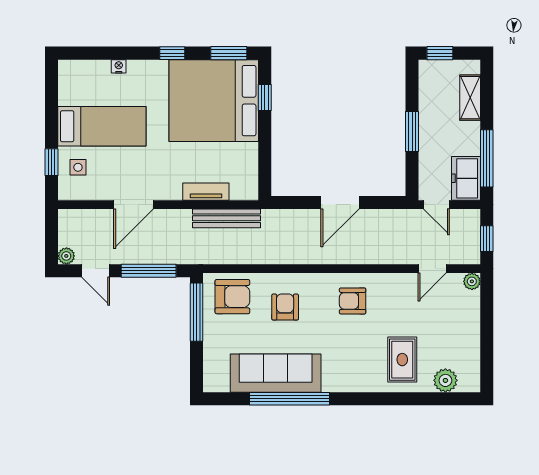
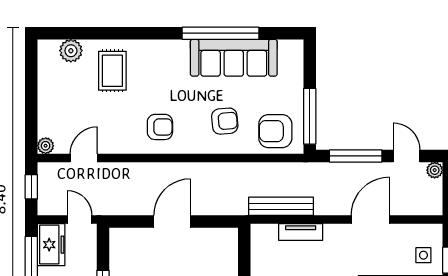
armchair: (285, 307) -> (225, 121), turned -95

